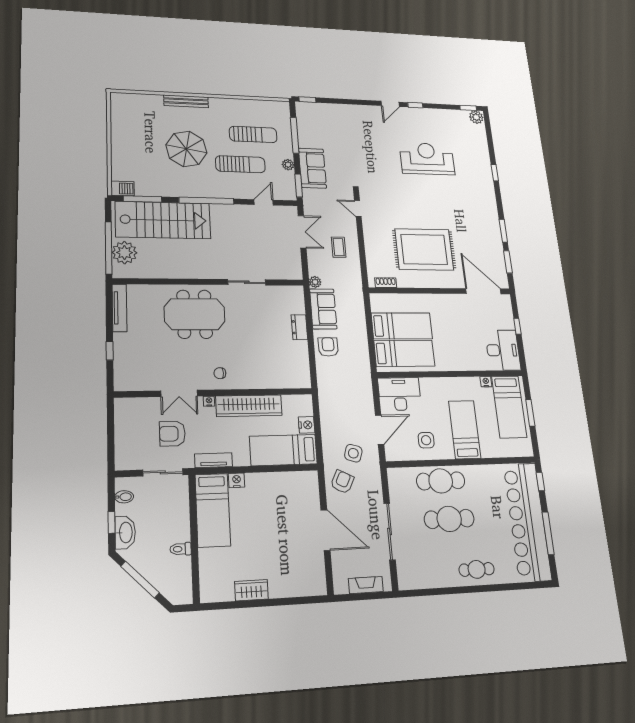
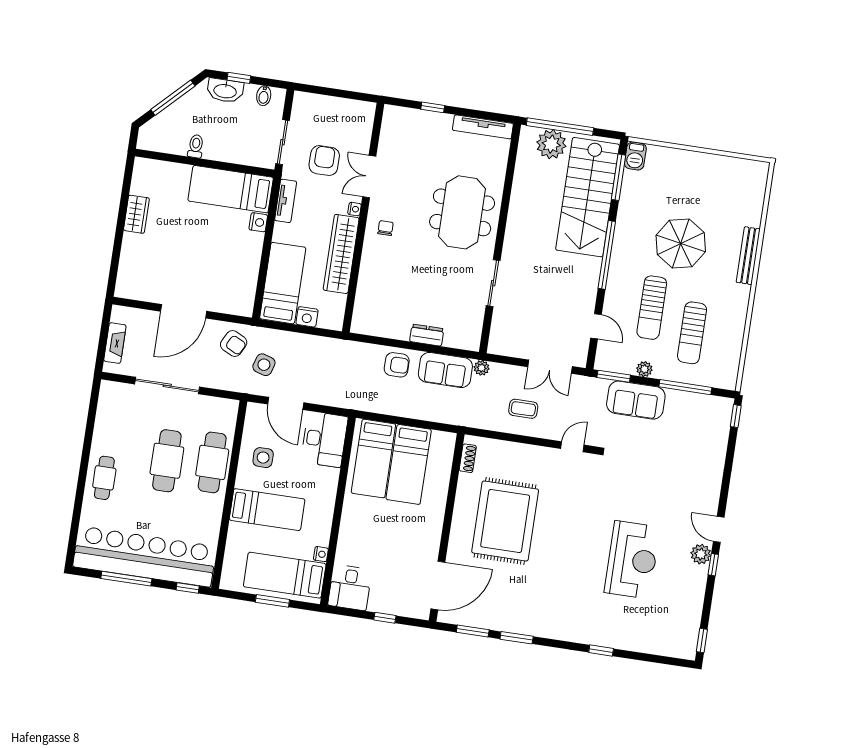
plant: (476, 117) -> (701, 554), moved
desk: (503, 350) -> (350, 588), width x0.73

